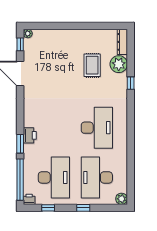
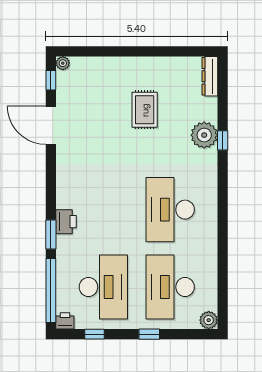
plant: (119, 64) -> (204, 135), moved
rug: (92, 65) -> (145, 110), moved
desk: (97, 128) -> (170, 210), turned 180

